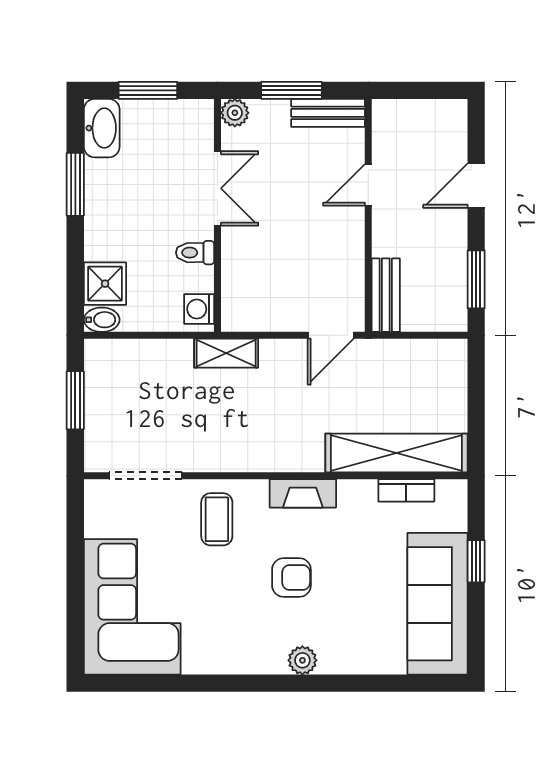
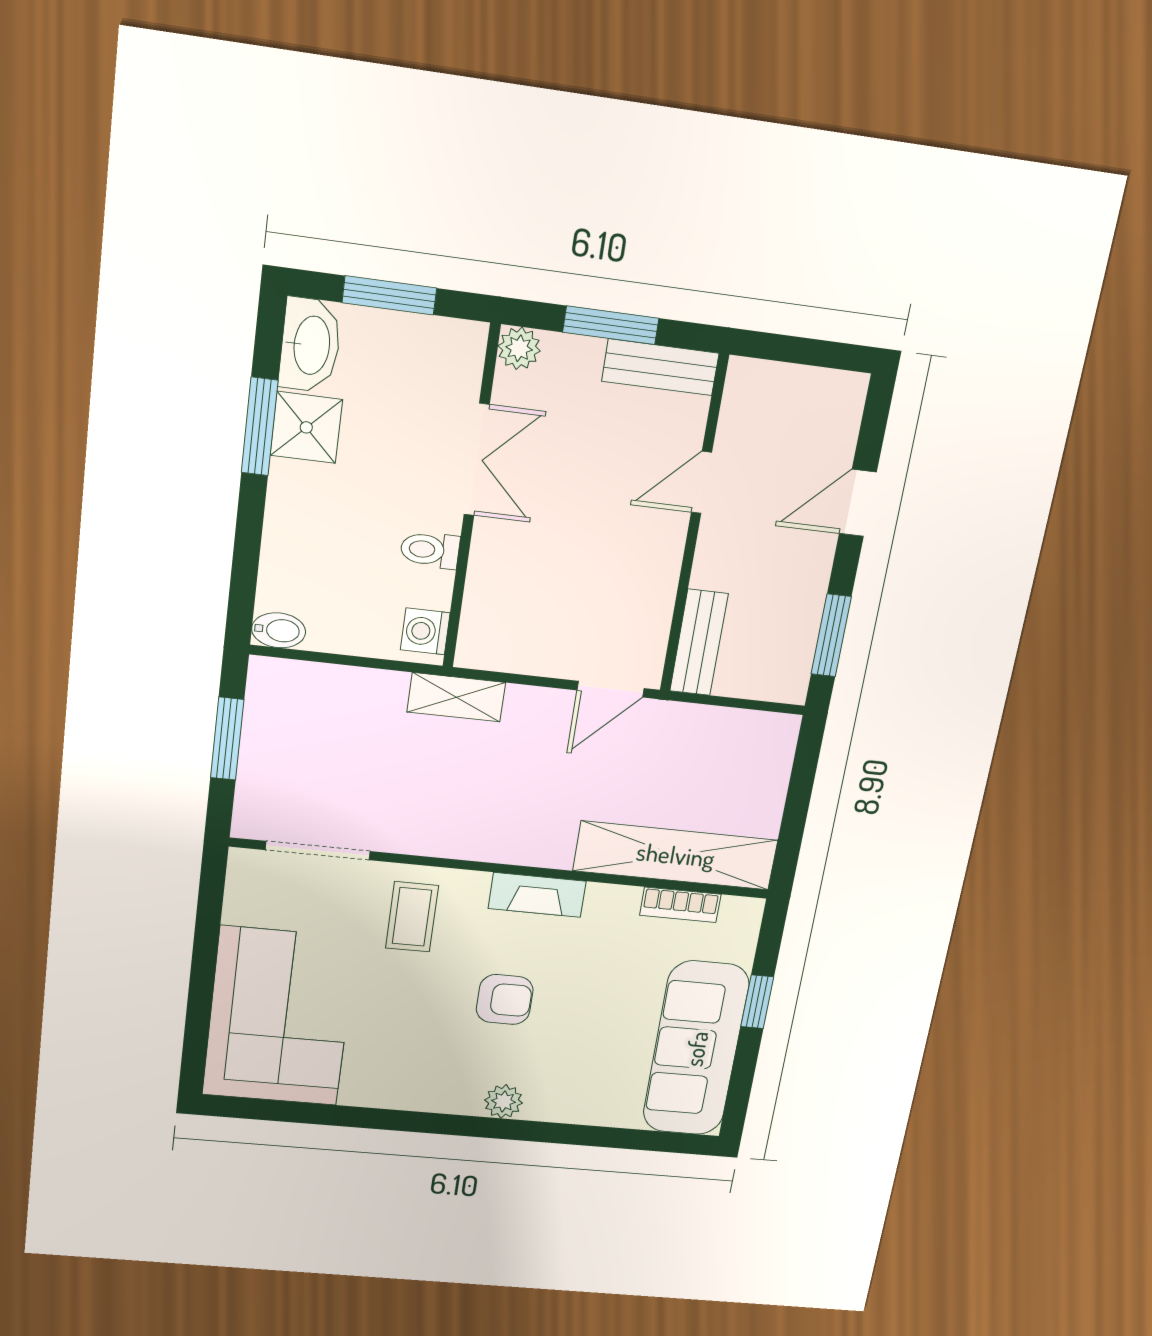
shower: (105, 284) -> (306, 427), moved

